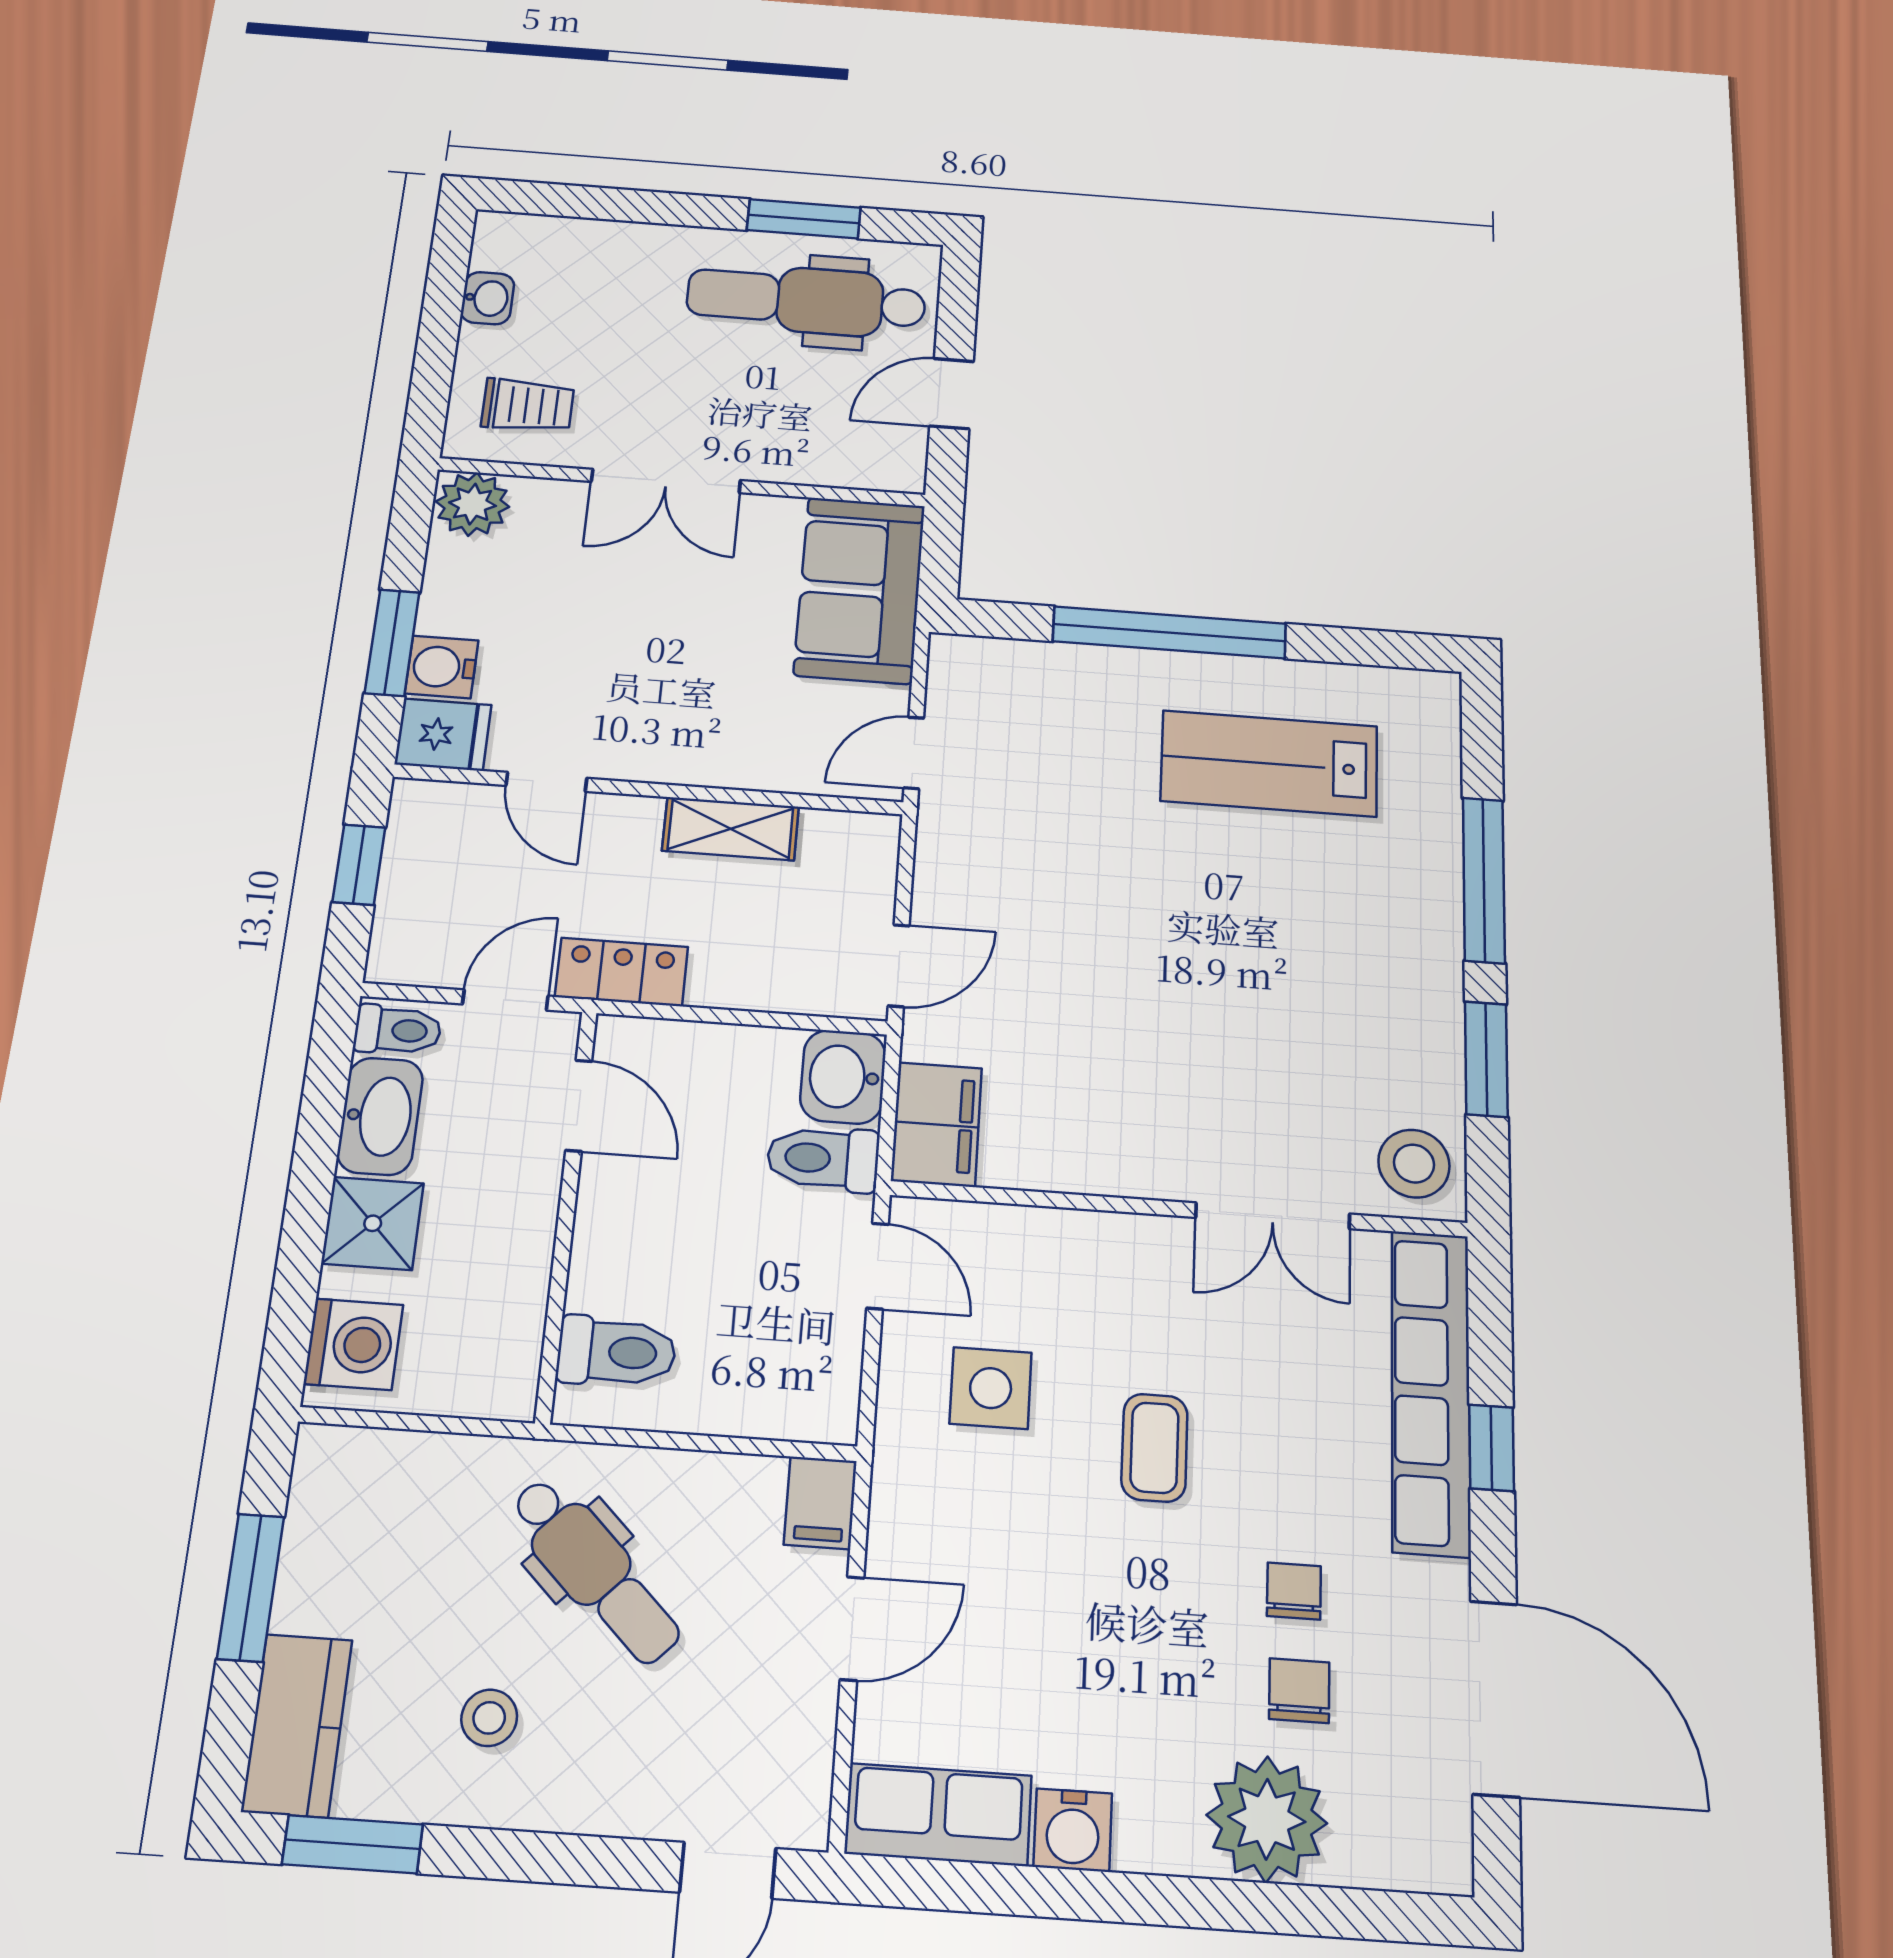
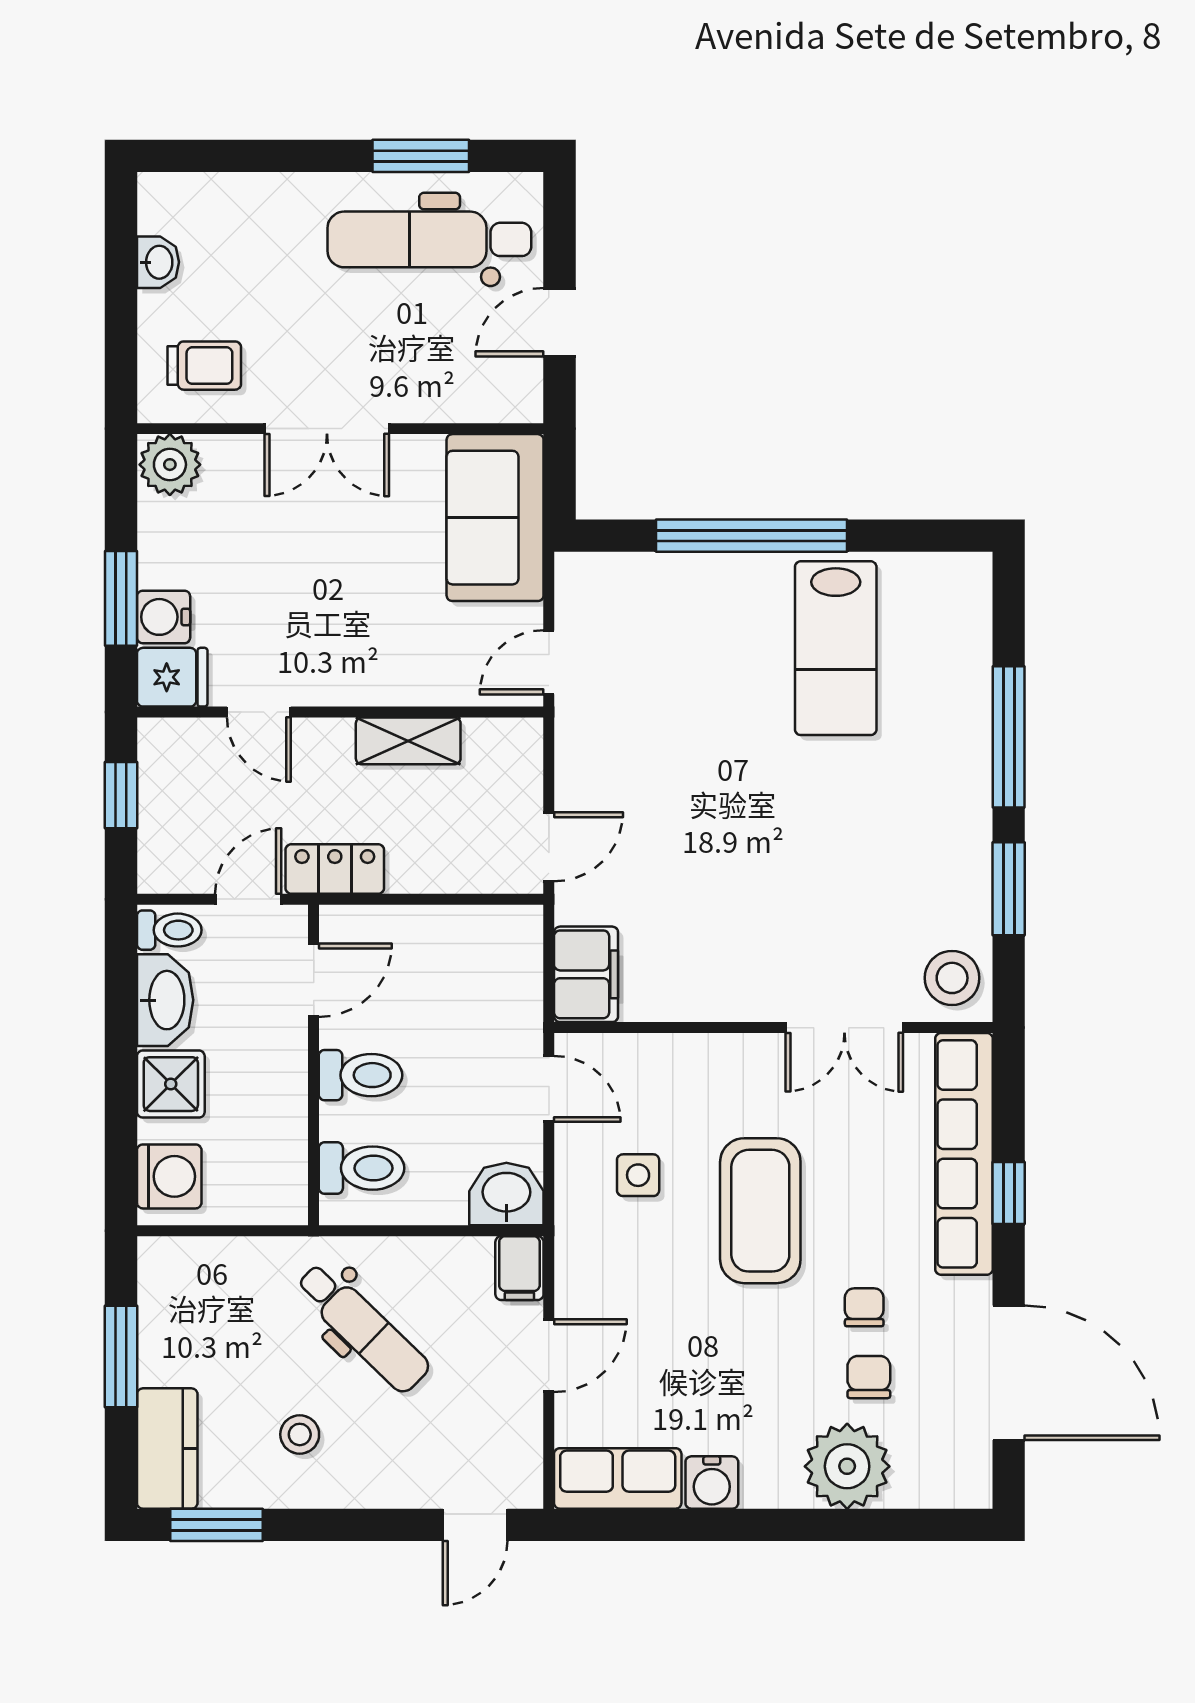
lab bench: (1269, 763) -> (836, 648), turned -90
washbasin: (843, 1077) -> (506, 1194), moved, turned 90
door: (579, 1106) -> (314, 980), hinge flipped
toilet: (823, 1159) -> (361, 1075), moved, turned 180
side table: (991, 1388) -> (638, 1175), width x0.73, depth x0.73
coffee table: (1154, 1448) -> (760, 1211), width x1.86, depth x1.72

